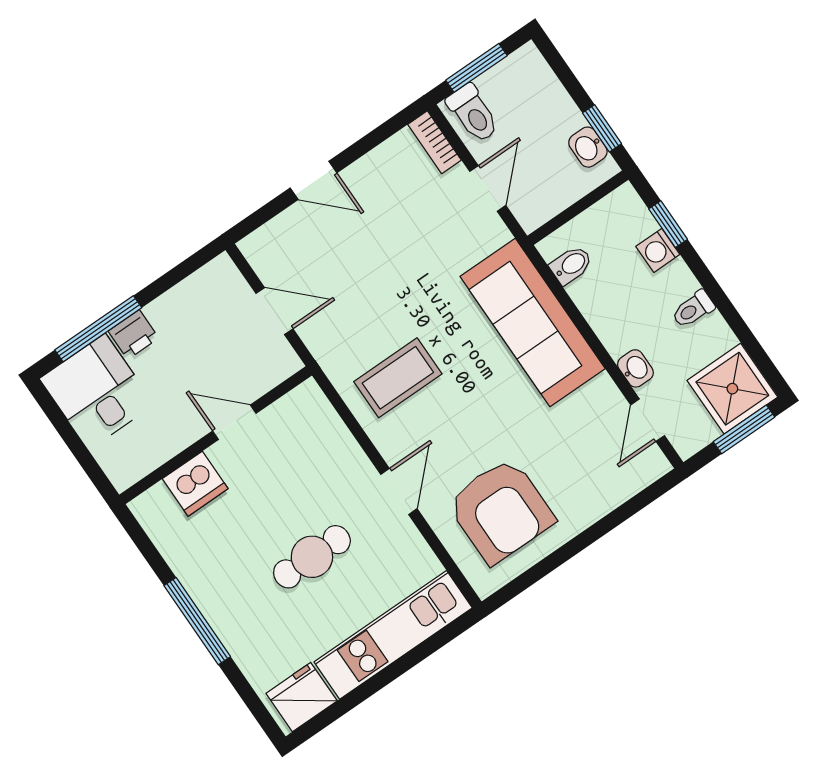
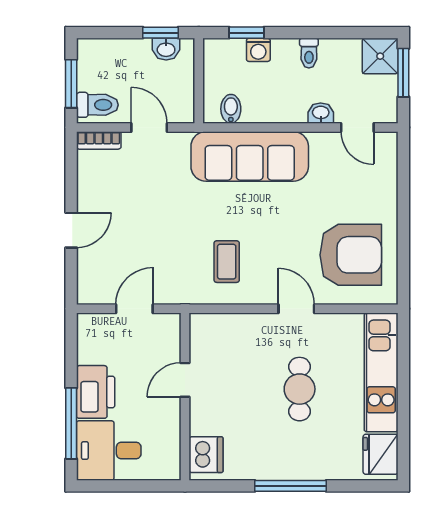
printer: (134, 335) -> (96, 392), width x1.87, depth x1.48
coffee table: (398, 378) -> (227, 262), width x0.73, depth x0.77
shower: (732, 389) -> (380, 56), width x0.73, depth x0.73
dishwasher: (195, 484) -> (206, 455), moved

